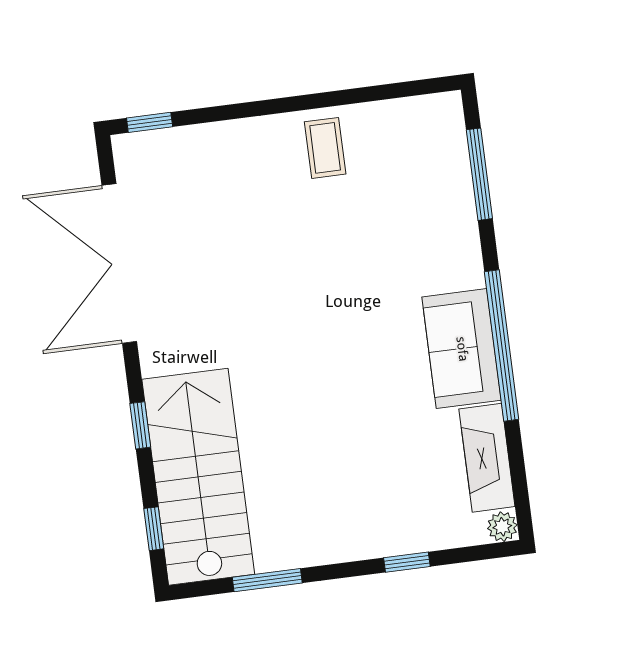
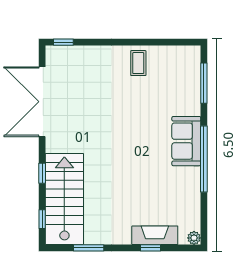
sofa: (462, 349) -> (186, 141), moved
fireplace: (487, 458) -> (155, 235), moved, turned 90

